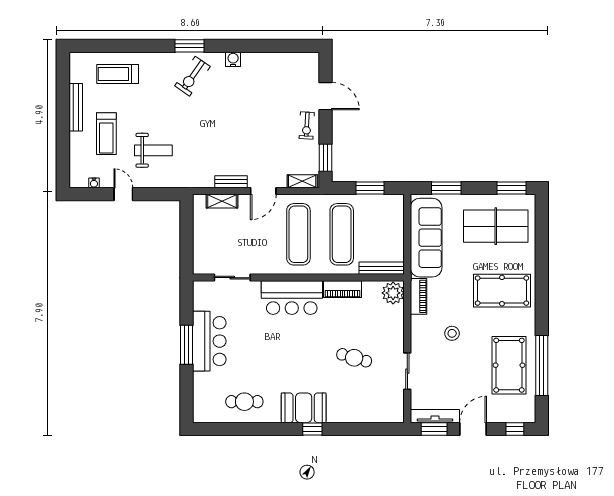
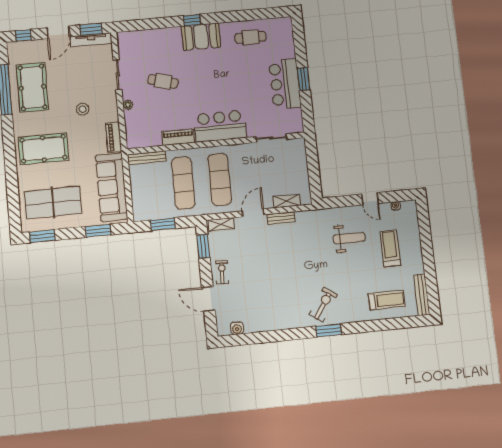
water cooler: (233, 59) -> (237, 328), moved
bench: (76, 107) -> (422, 295), moved
weight bench: (153, 150) -> (349, 238), turned 180
plant: (393, 293) -> (128, 105), moved, width x0.53, depth x0.53
window: (186, 345) -> (303, 79), width x0.69

